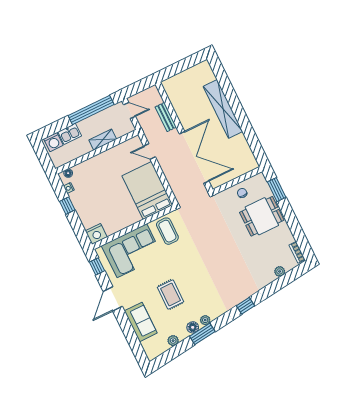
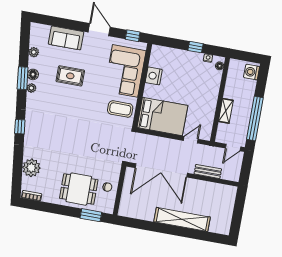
kitchen sink: (70, 134) -> (249, 89), removed
dining table: (262, 216) -> (79, 189), turned 90
nightstand: (96, 234) -> (154, 76), moved
plant: (280, 271) -> (31, 168), width x1.87, depth x1.87

